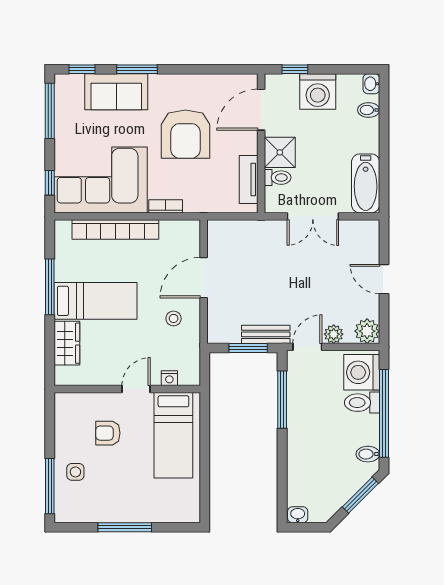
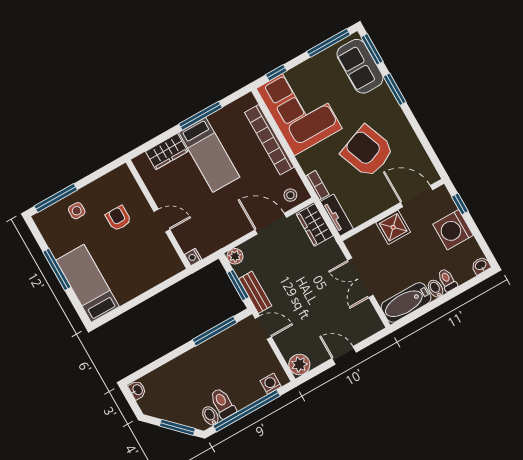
window: (82, 69) -> (372, 49), width x1.50
sofa: (116, 92) -> (360, 66), moved
bidet: (369, 110) -> (435, 289), moved
armchair: (185, 134) -> (367, 151), turned 69
toilet: (278, 178) -> (447, 280), moved, turned 180
tv unit: (249, 179) -> (337, 215), moved, turned 90
bookcase: (166, 206) -> (317, 185), moved
wardrobe: (231, 233) -> (315, 225), added
door: (384, 279) -> (344, 355), hinge flipped
stool: (174, 318) -> (290, 195), moved
plant: (334, 334) -> (235, 256), moved
washing machine: (362, 372) -> (271, 384), width x0.53, depth x0.53
nightstand: (169, 378) -> (193, 257), moved
toilet: (362, 403) -> (223, 403), moved
bed: (173, 435) -> (88, 283), moved, turned 90

